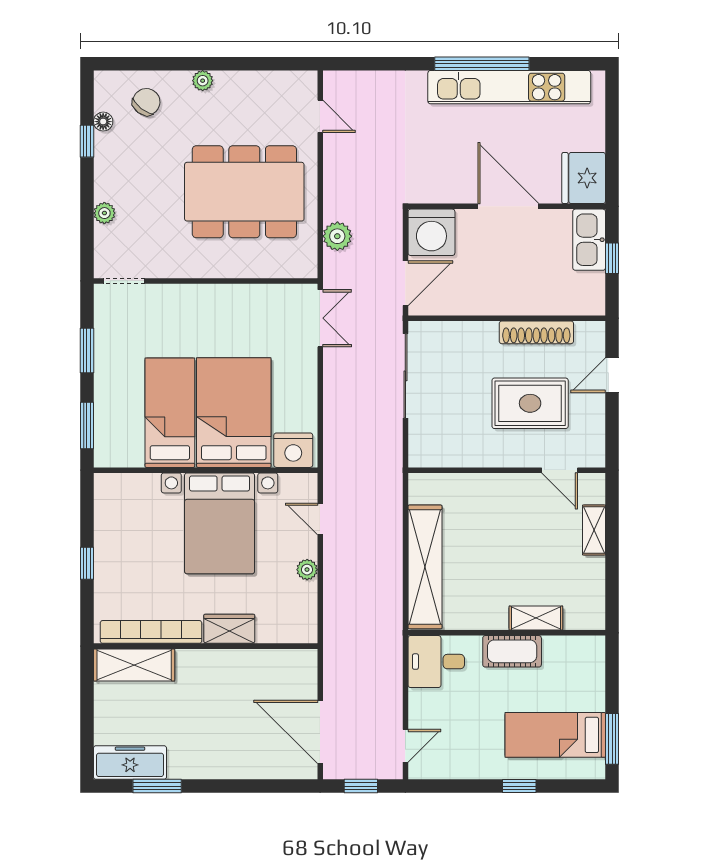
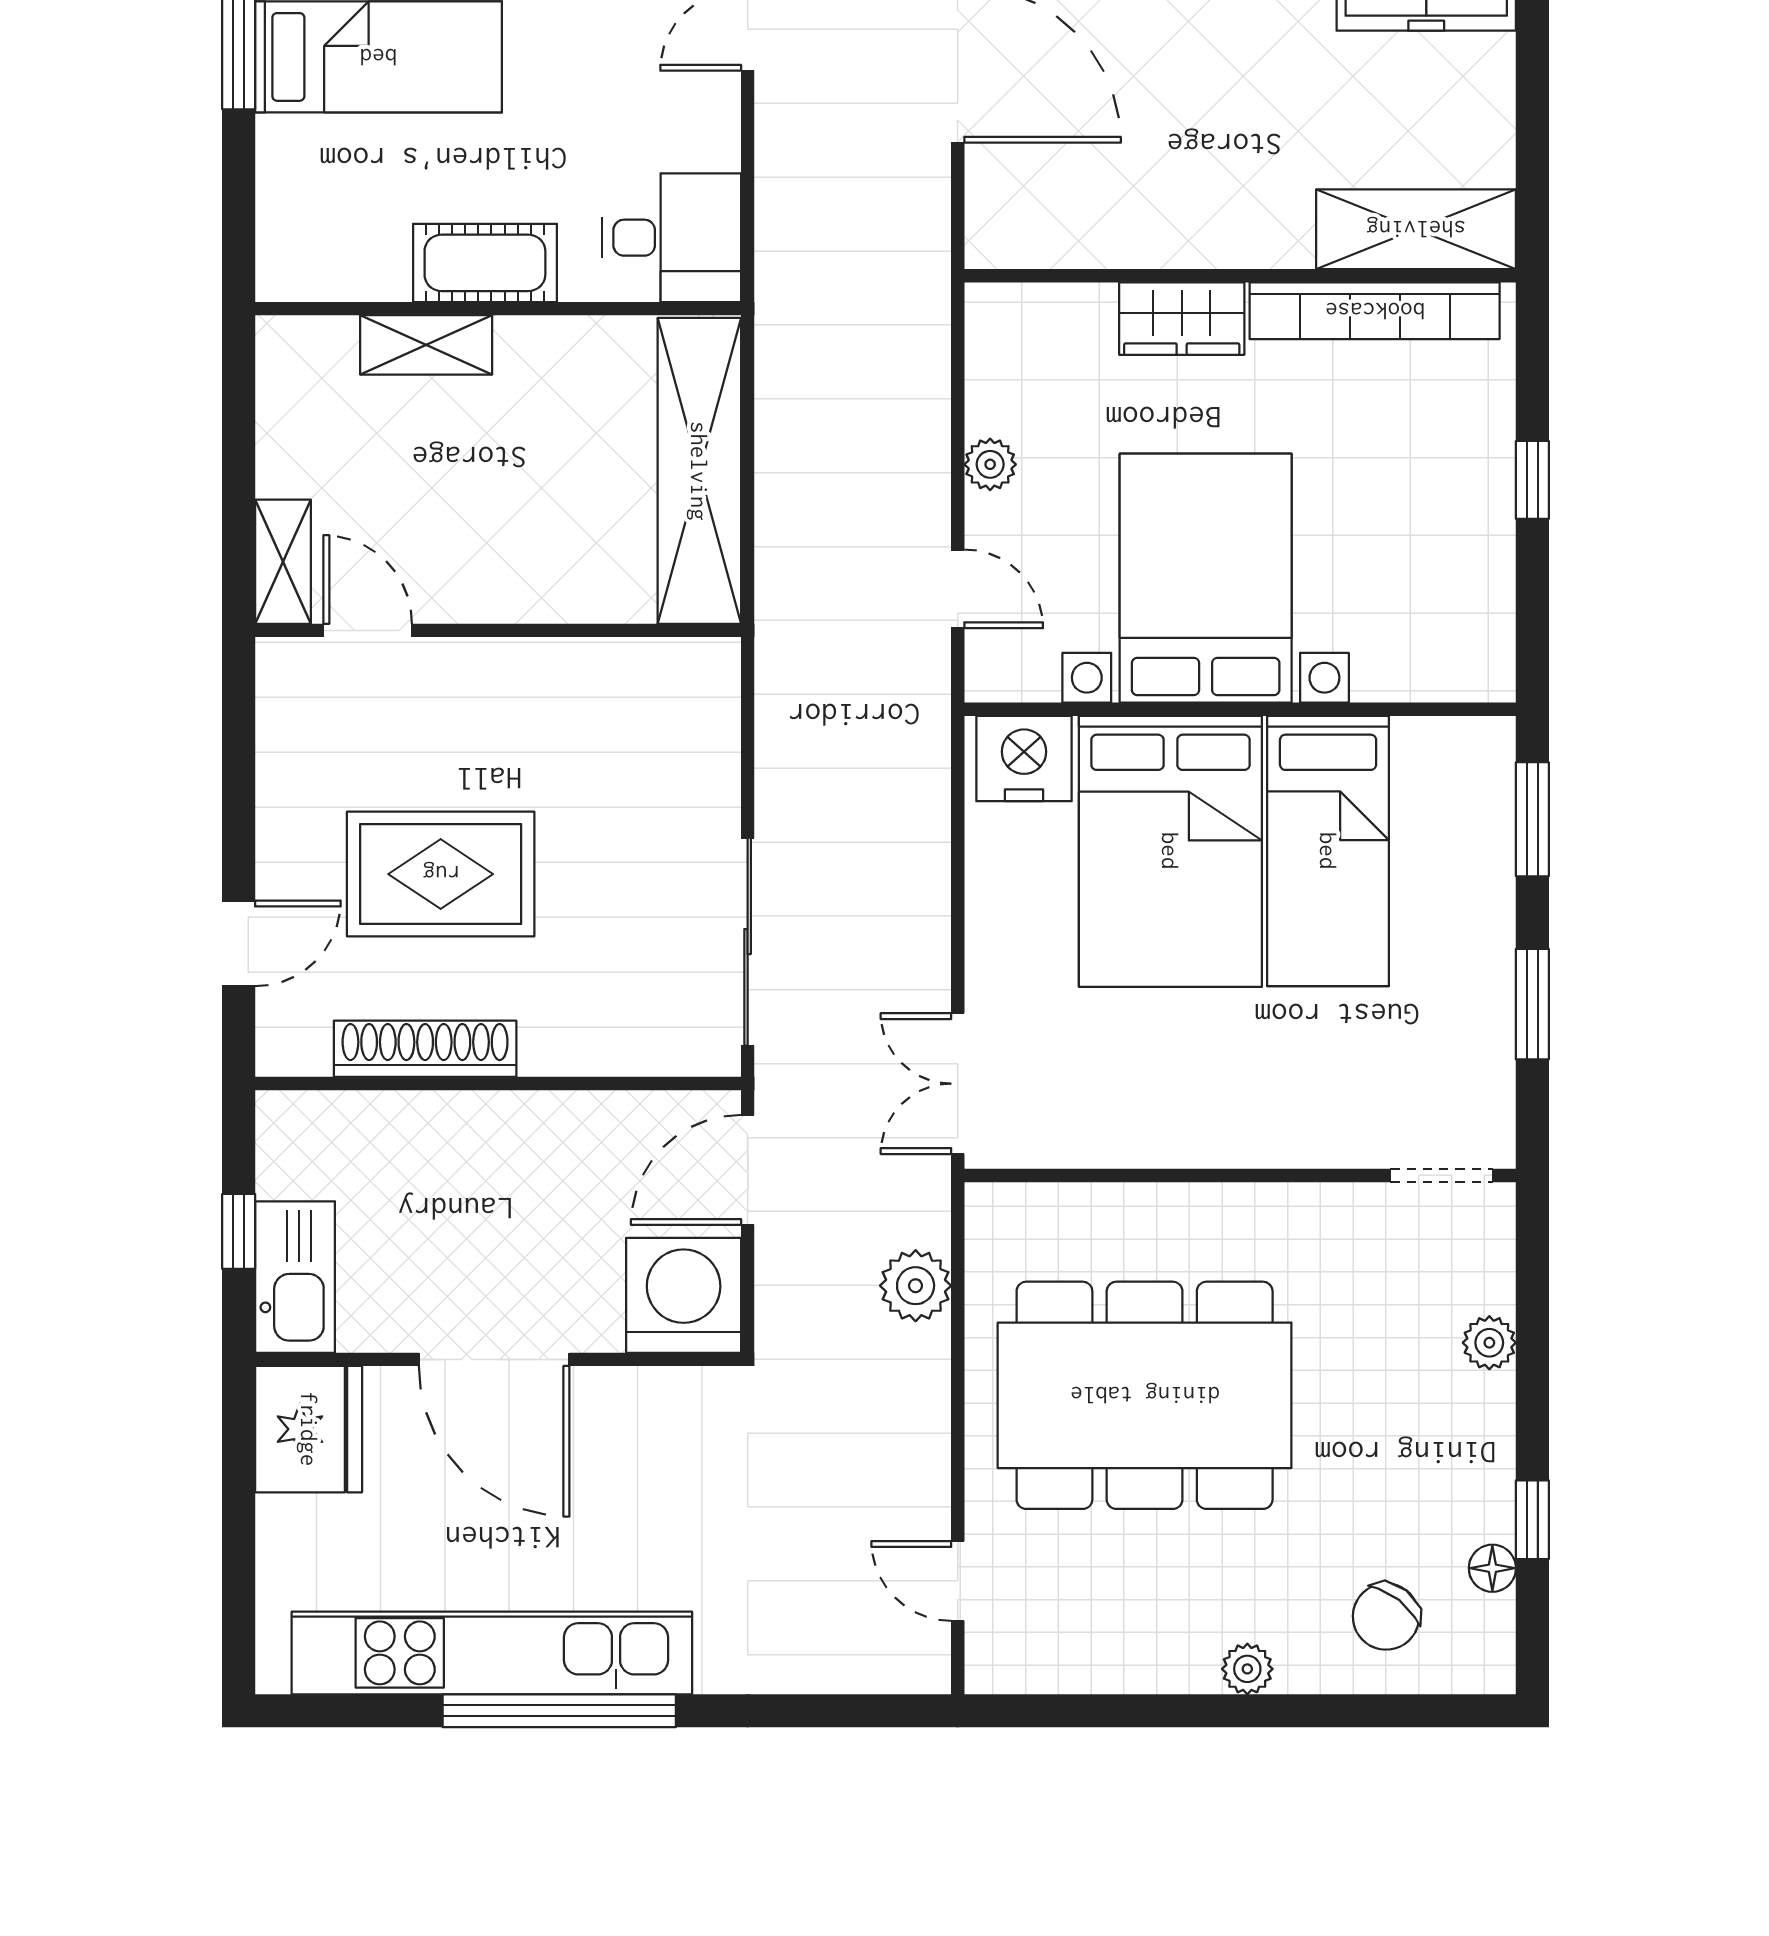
wall: (507, 470) -> (498, 630), moved
door: (560, 470) -> (368, 630), moved

